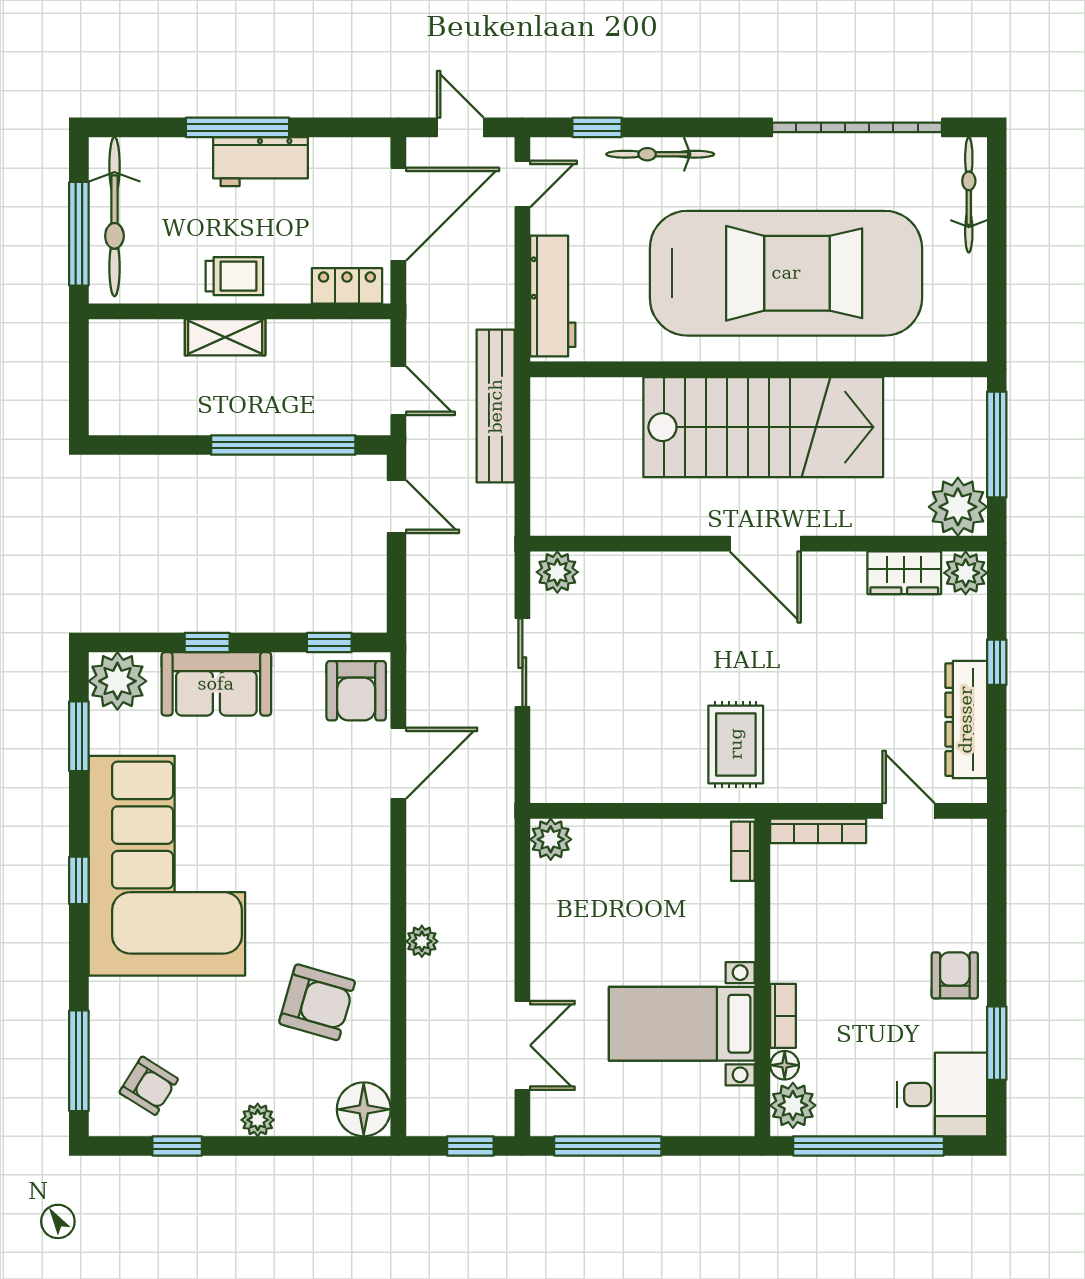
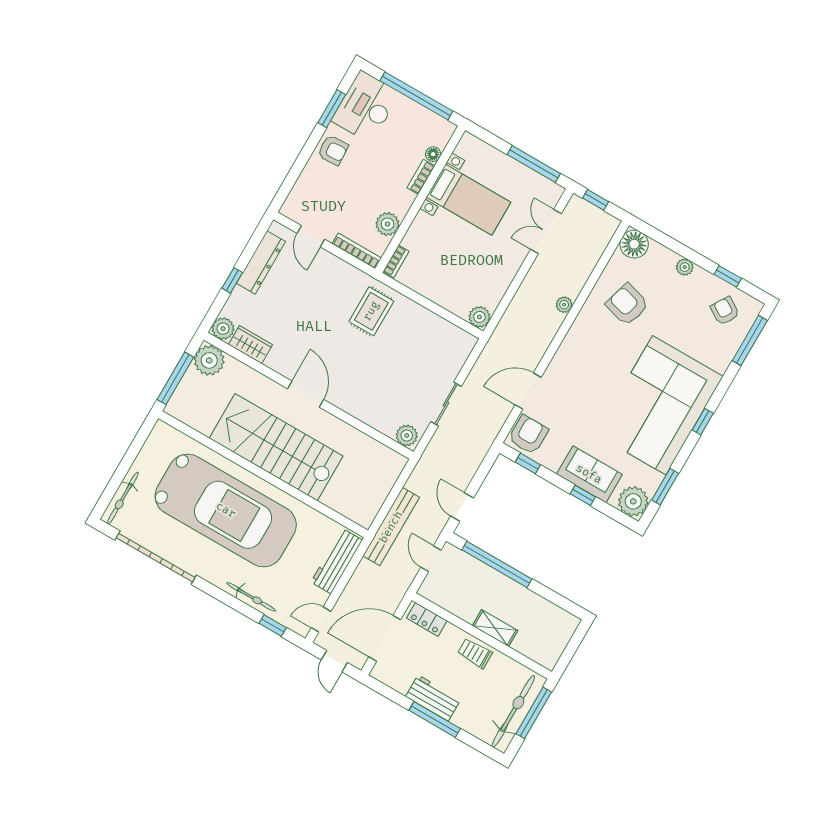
car: (786, 273) -> (226, 510), turned 180
armchair: (955, 975) -> (333, 150), turned -93
desk: (942, 1094) -> (366, 107), width x1.37
plant: (793, 1105) -> (388, 224), moved

